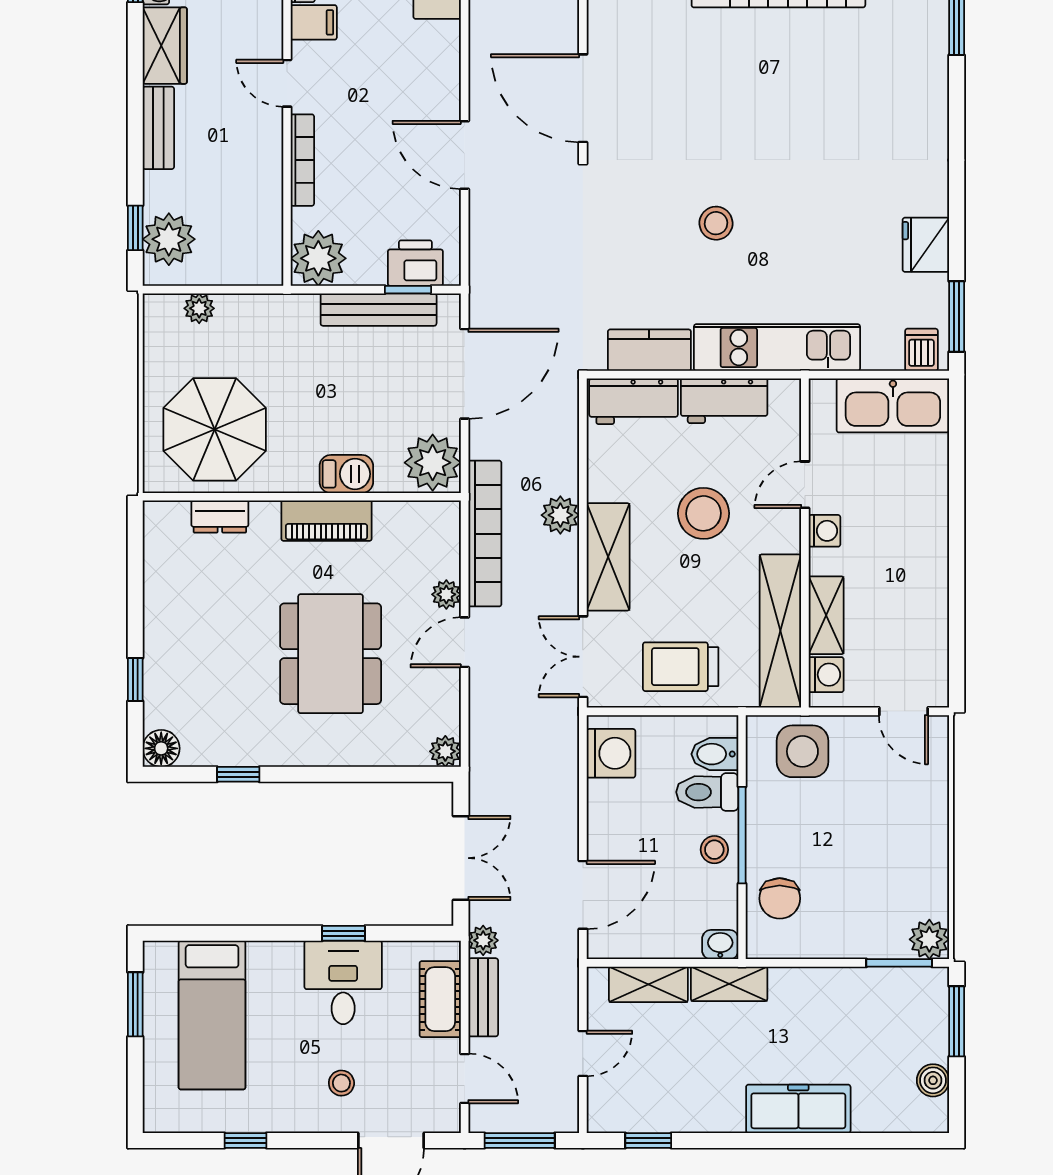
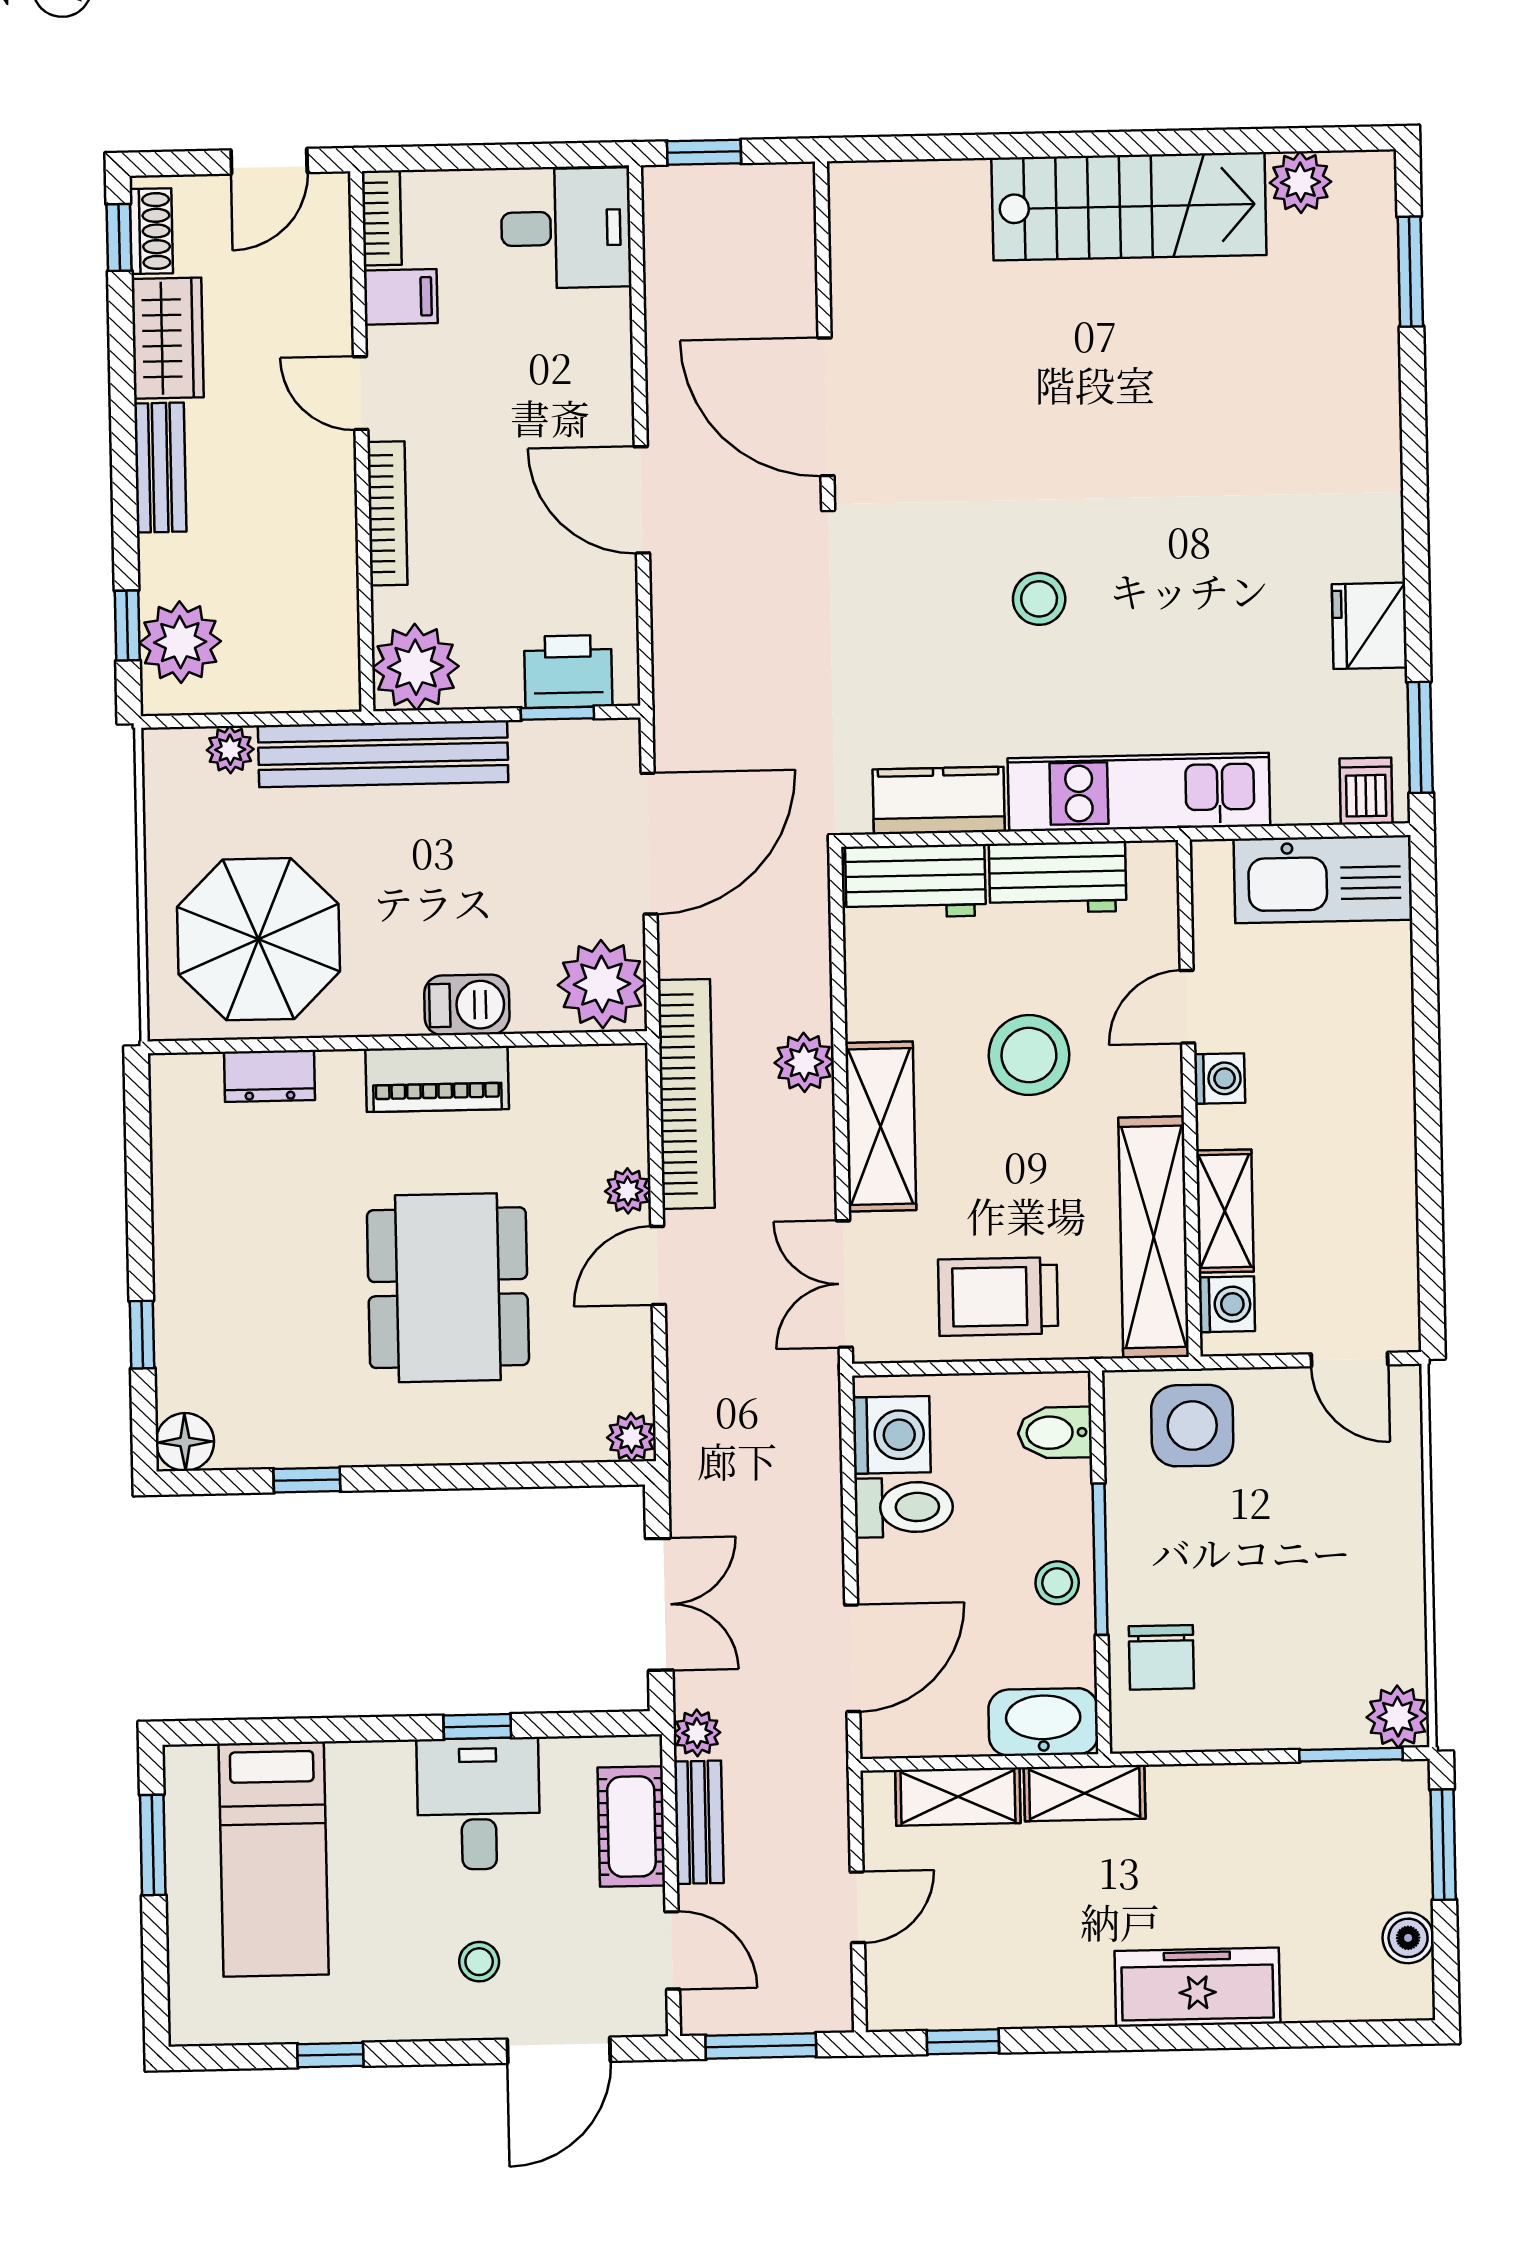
bench: (379, 310) -> (383, 754), moved, width x1.37, depth x1.21
toilet: (707, 792) -> (904, 1507), moved, turned 180
washbasin: (720, 945) -> (1043, 1722), width x1.91, depth x1.45

